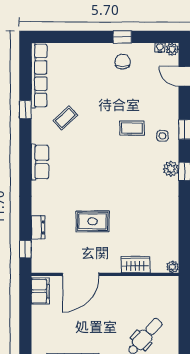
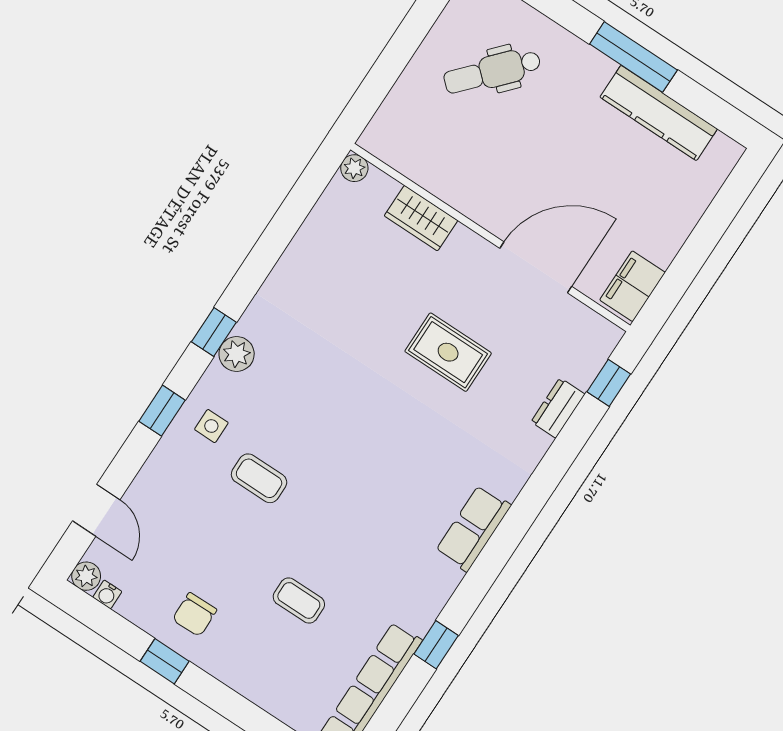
coffee table: (65, 118) -> (299, 600), moved, turned 43

